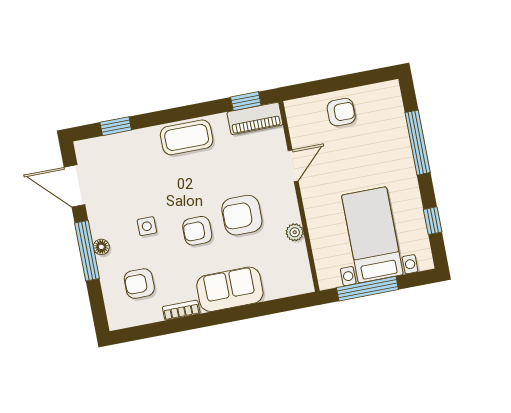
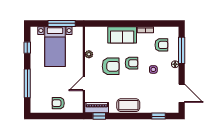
window: (87, 251) -> (182, 50), moved

